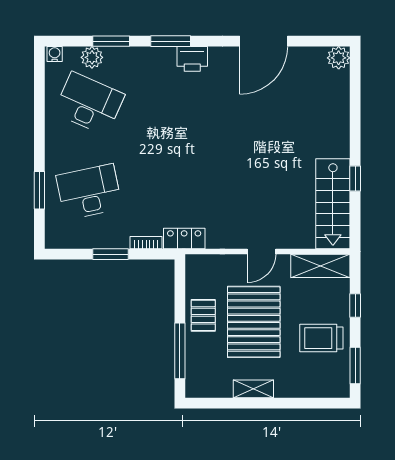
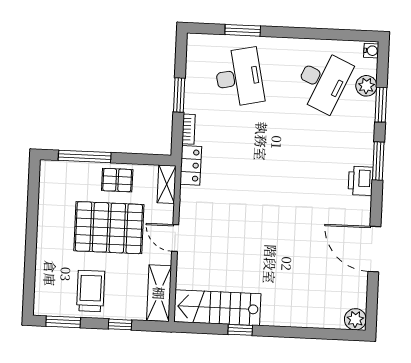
shelving: (253, 389) -> (167, 184), moved

